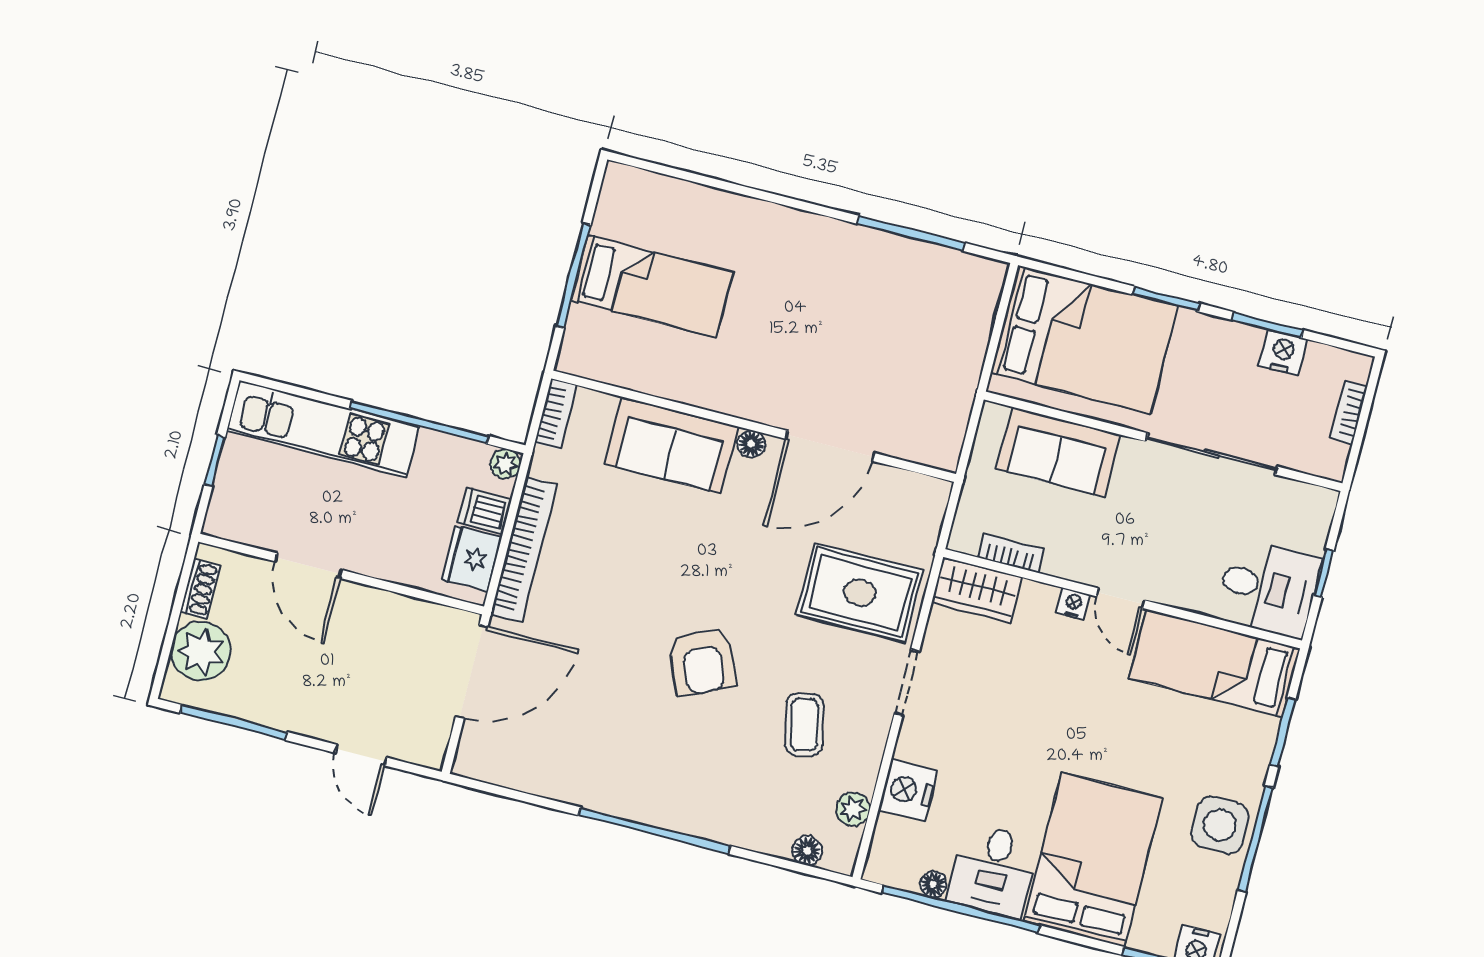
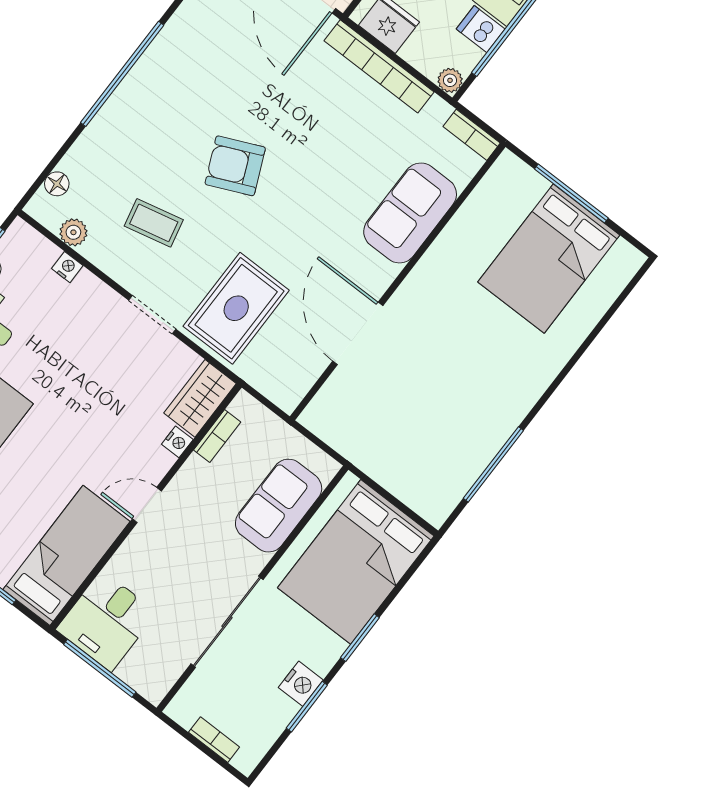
bed: (652, 286) -> (549, 259), width x1.50
nightstand: (1283, 352) -> (301, 684), moved
floor lamp: (751, 444) -> (385, 274), removed
dishwasher: (485, 511) -> (481, 29), moved, turned -90
window: (1324, 573) -> (100, 668), width x2.17
nightstand: (1073, 604) -> (177, 442), moved
nightstand: (908, 790) -> (67, 267), width x0.53, depth x0.56

